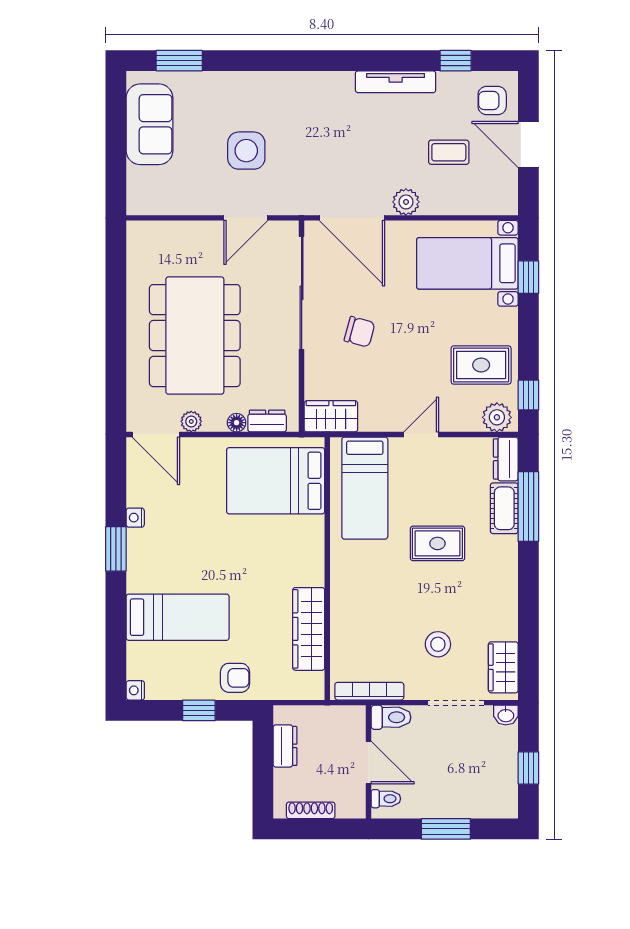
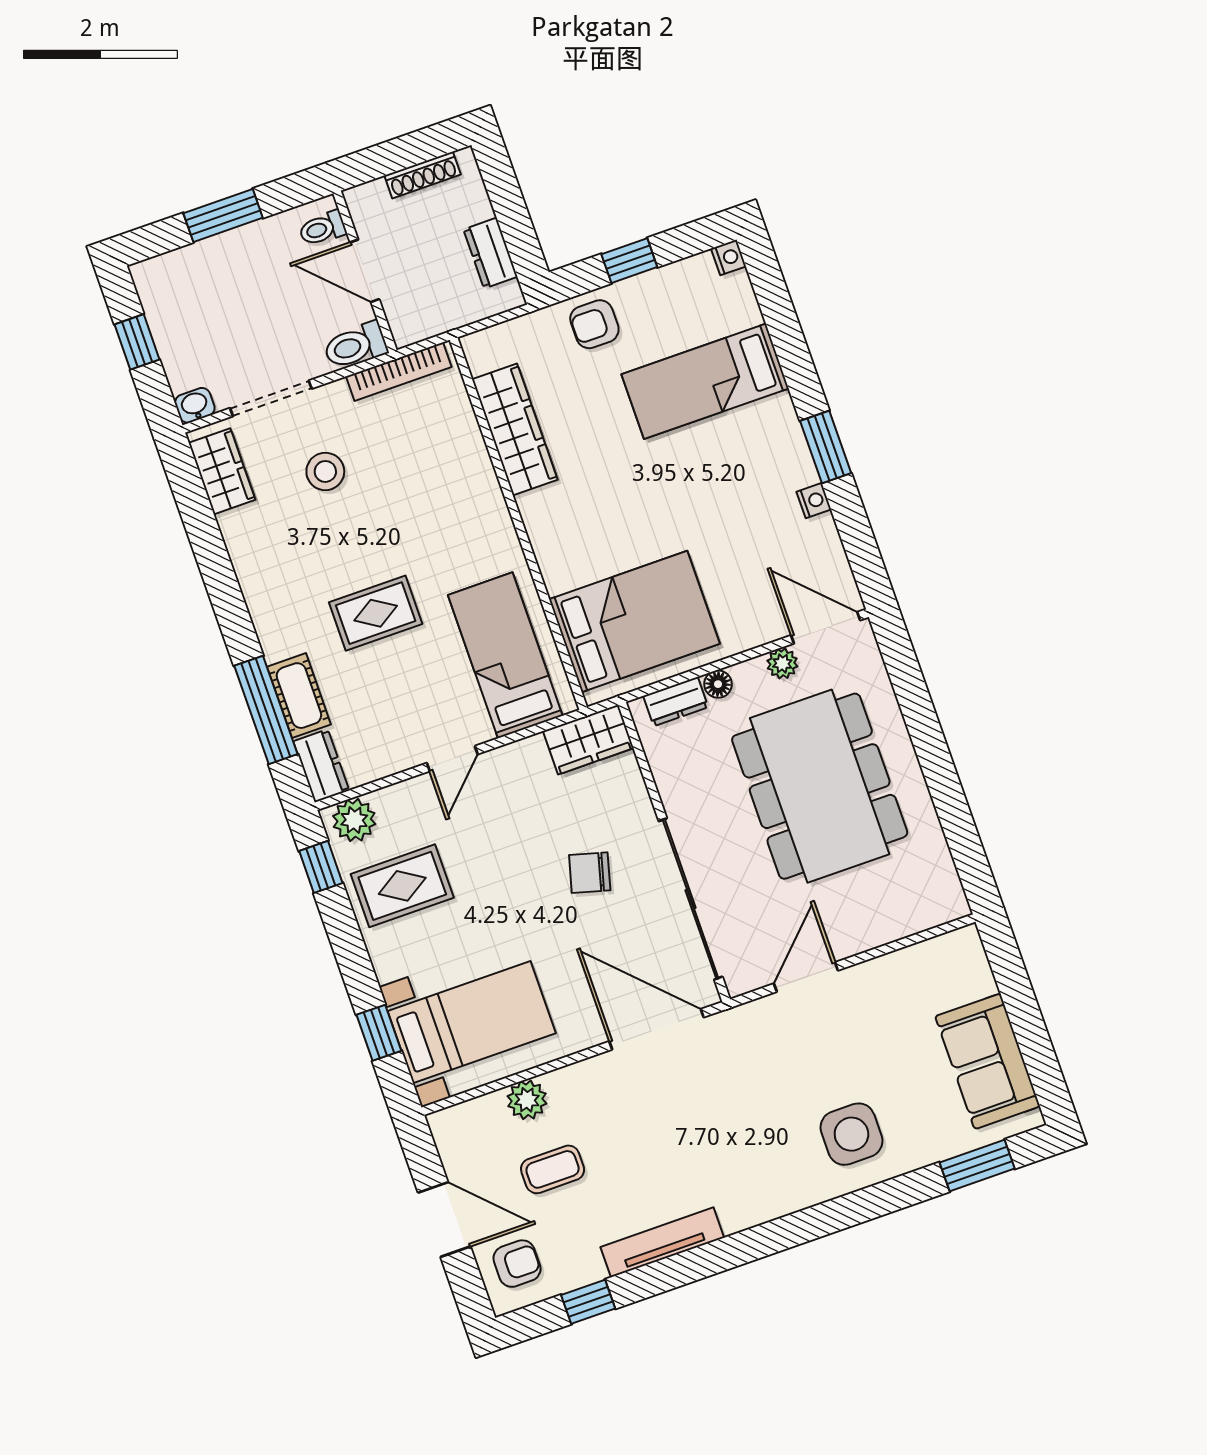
side table: (246, 151) -> (851, 1134), moved
plant: (406, 202) -> (527, 1100), moved

